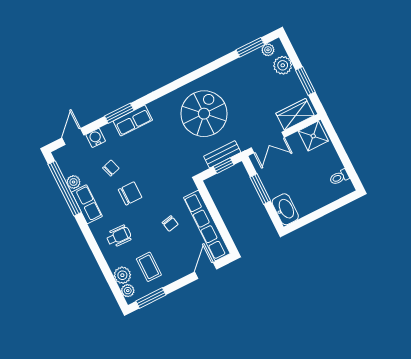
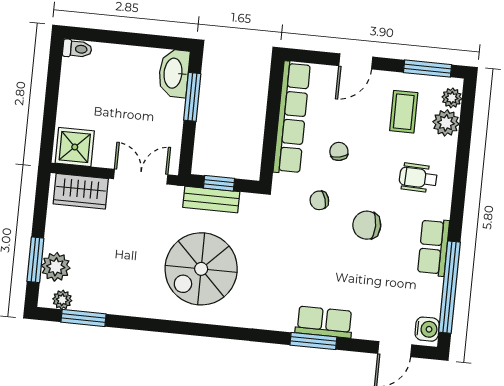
window: (305, 81) -> (35, 260), moved
row of seats: (133, 121) -> (324, 322), moved
water cooler: (96, 138) -> (427, 329), moved, turned -90
chair: (111, 168) -> (319, 200), moved
toilet: (339, 177) -> (77, 49), moved
plant: (74, 182) -> (432, 288), removed
window: (260, 189) -> (192, 97), moved
door: (206, 270) -> (356, 61), moved

